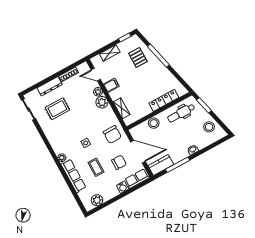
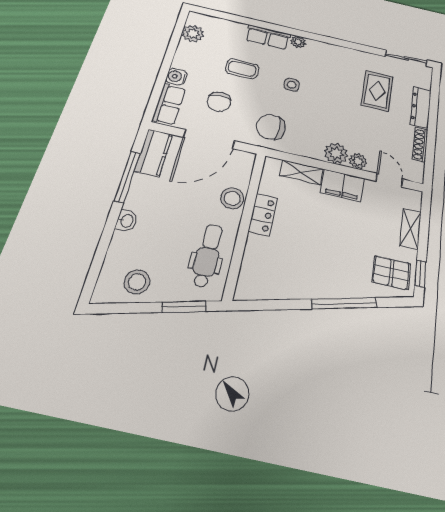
pallet: (138, 57) -> (391, 273), moved
door: (96, 75) -> (389, 180), hinge flipped
filing cabinet: (111, 85) -> (343, 186), width x2.00
locker: (164, 100) -> (263, 215), moved, width x0.66
row of seats: (73, 176) -> (268, 37), width x0.68

